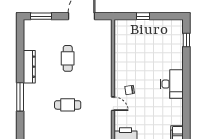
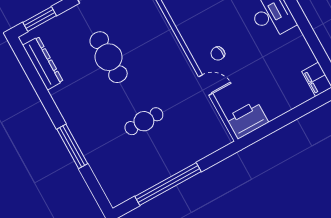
cafe table: (68, 58) -> (109, 57), width x1.37, depth x1.35
dresser: (29, 67) -> (43, 63), moved

